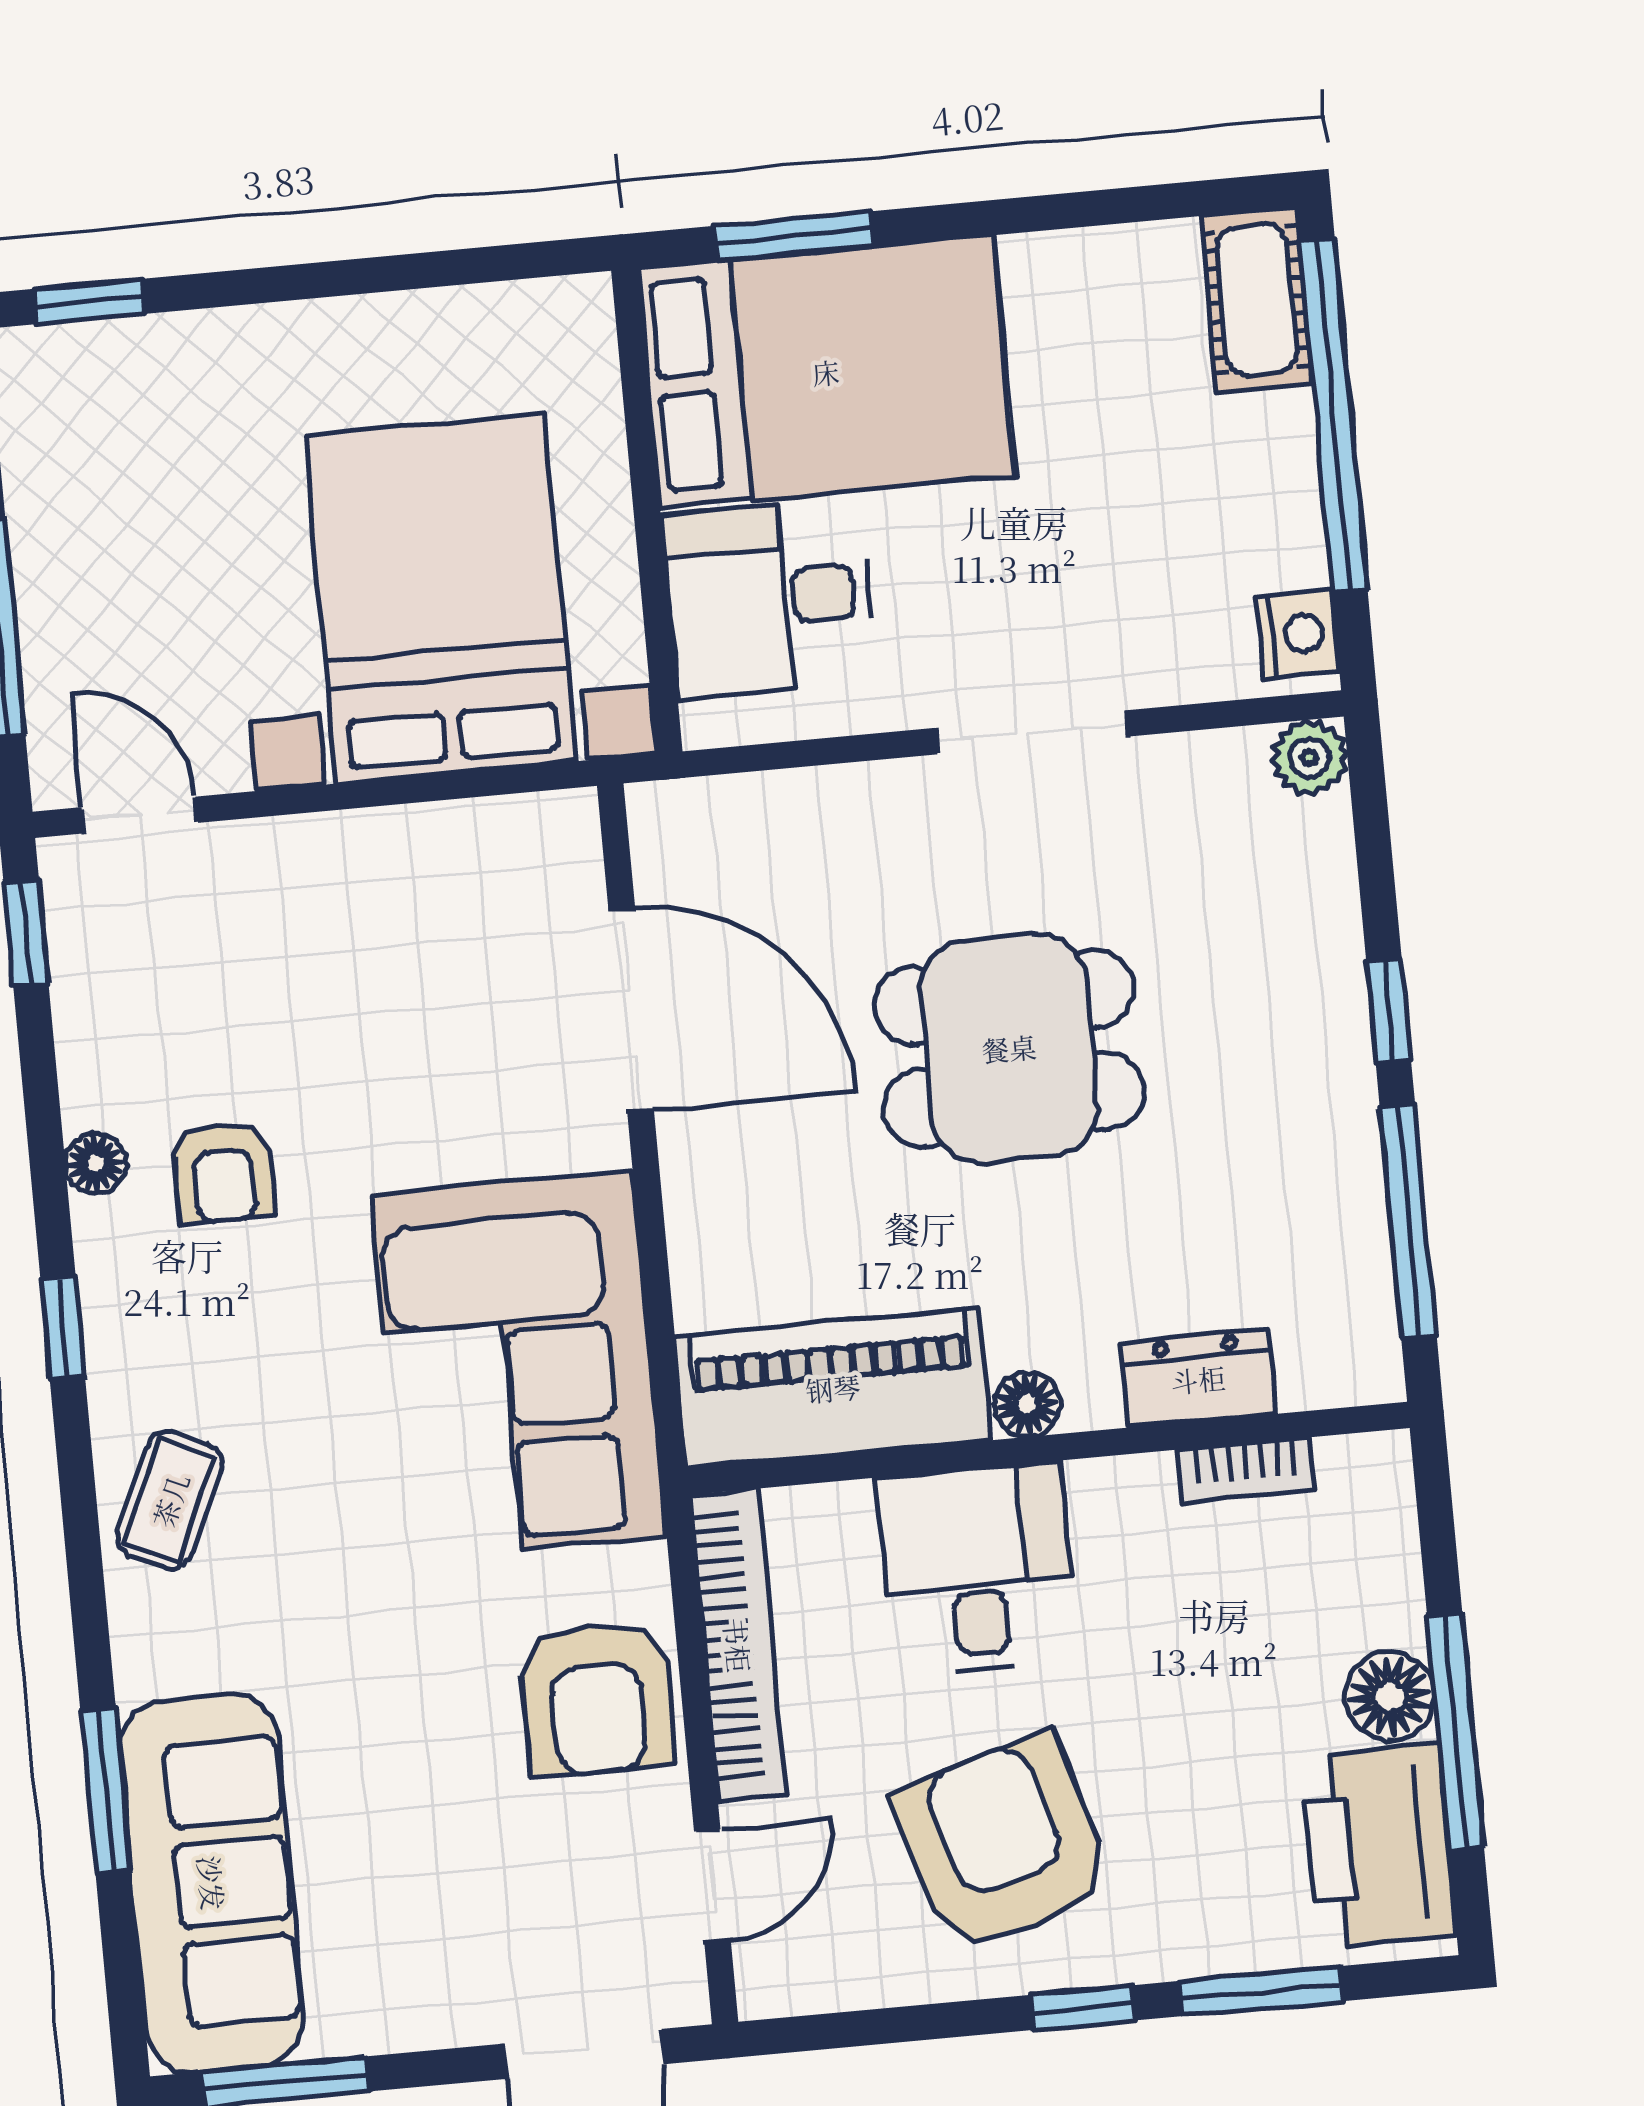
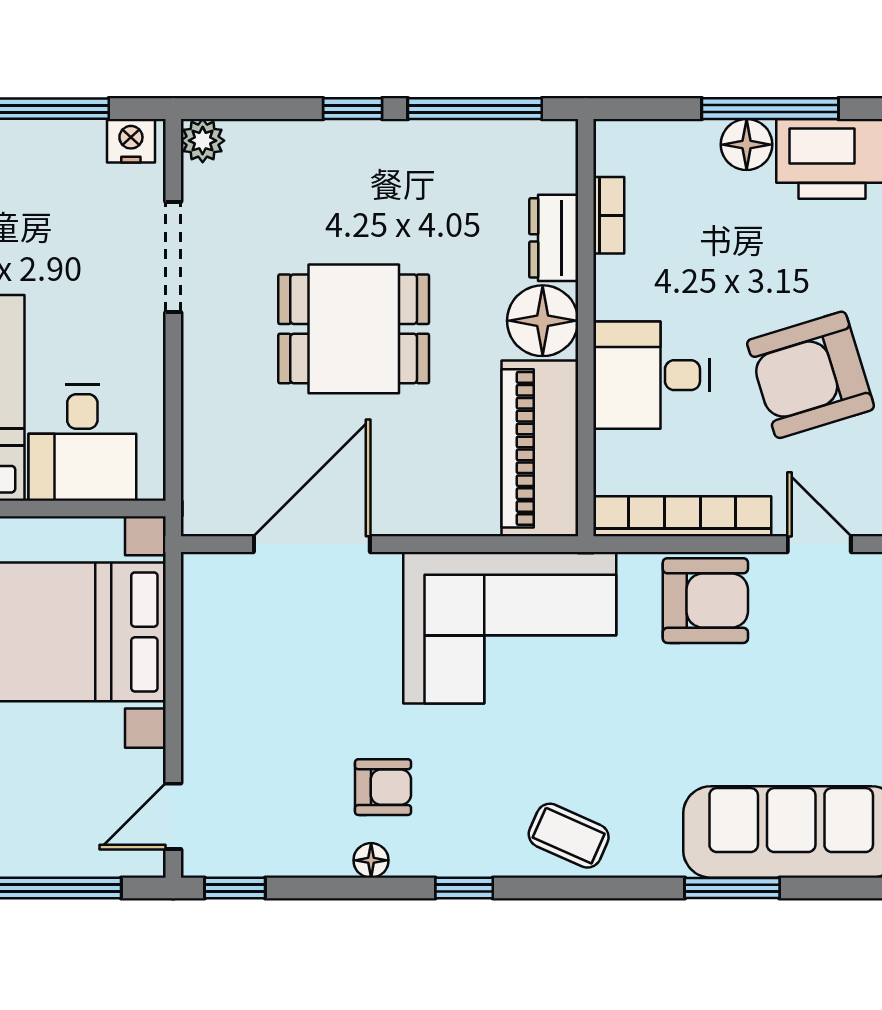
doorway: (1031, 732) -> (173, 257), moved
dining table: (1009, 1048) -> (354, 329), turned 90
floor lamp: (1027, 1404) -> (543, 321), width x1.89, depth x1.89

